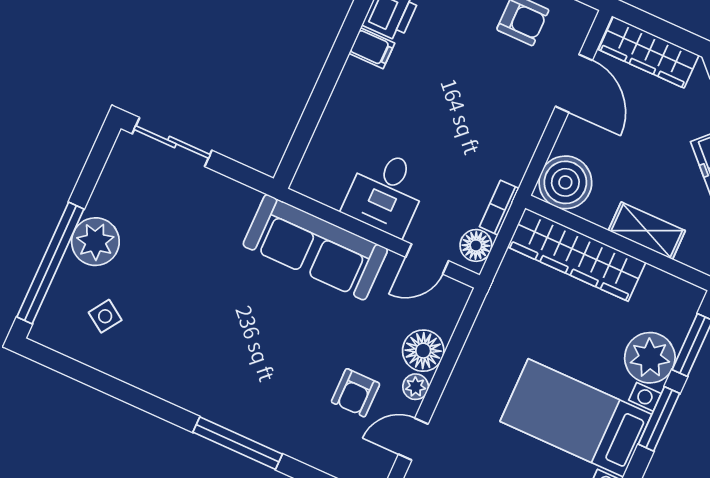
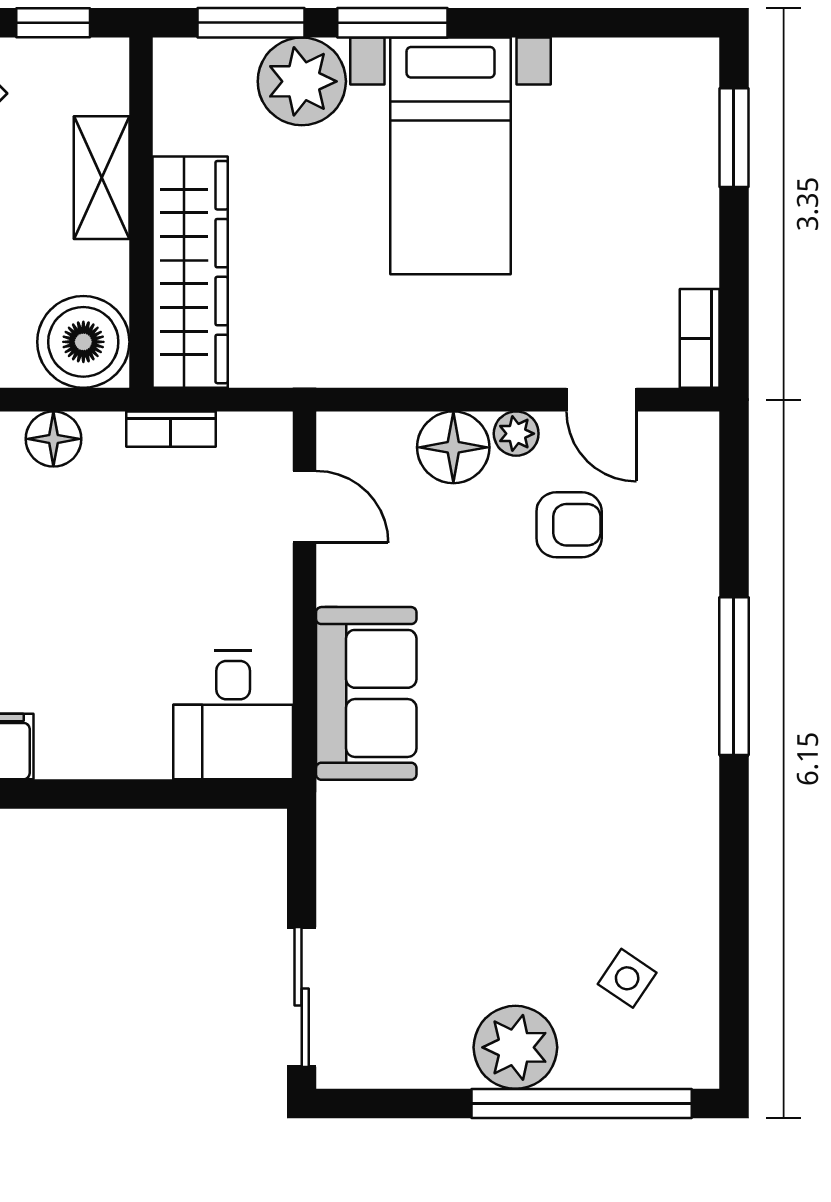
desk: (386, 192) -> (233, 715), moved, turned 90
floor lamp: (476, 245) -> (53, 439), moved
sofa: (315, 247) -> (366, 693), width x0.73

